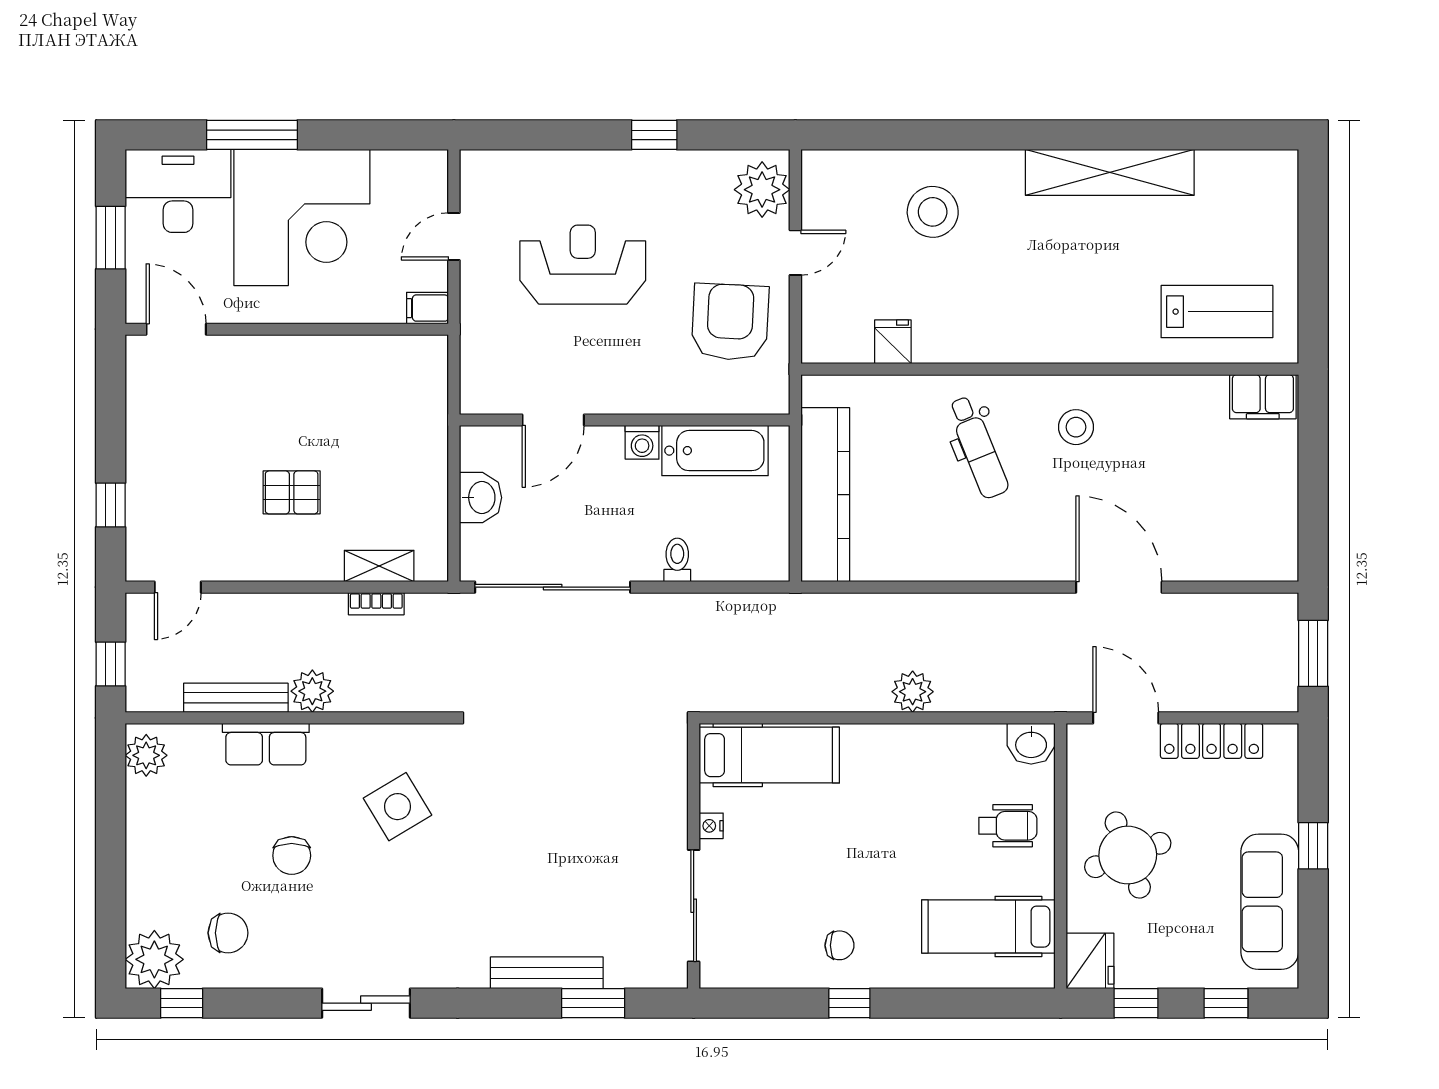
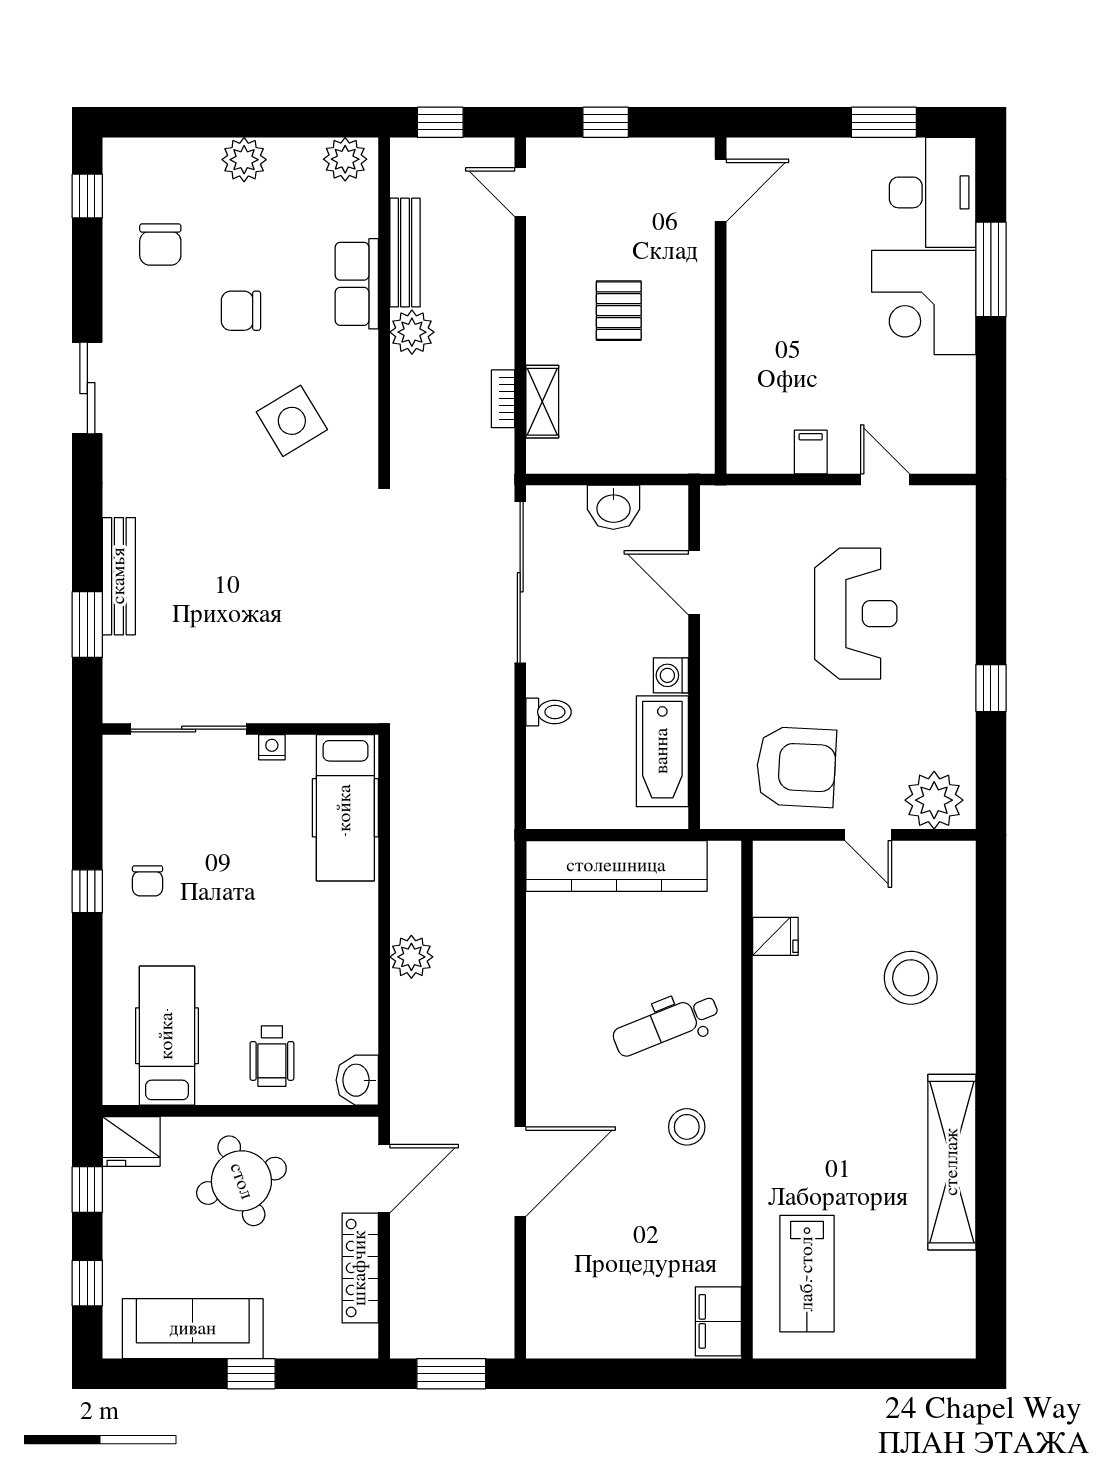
corner desk: (302, 217) -> (924, 303), width x0.74, depth x0.74
door: (176, 329) -> (721, 190), moved
wall: (287, 329) -> (721, 306), moved
plant: (154, 959) -> (244, 160), moved, width x0.73, depth x0.73

